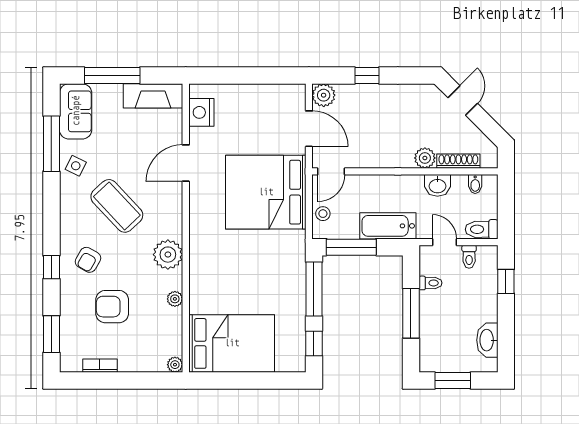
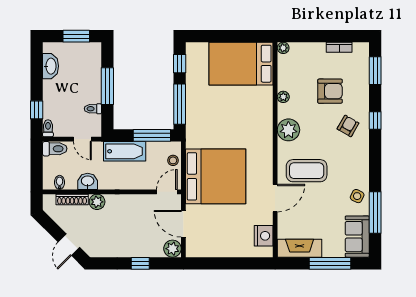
coffee table: (117, 206) -> (307, 171), moved, turned -47
toilet: (469, 257) -> (48, 128), moved

